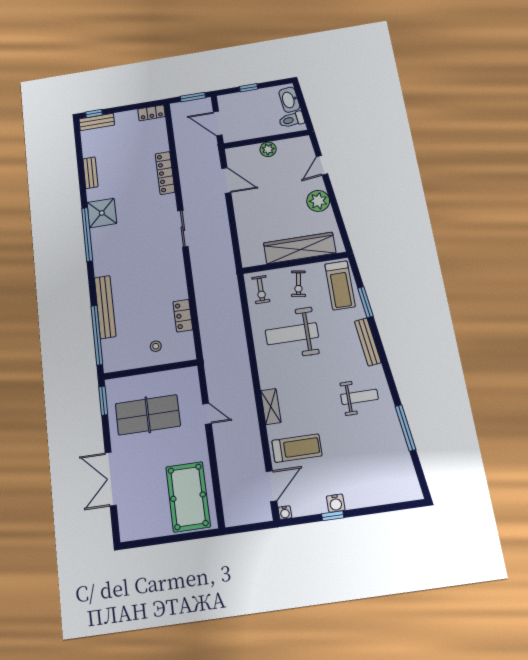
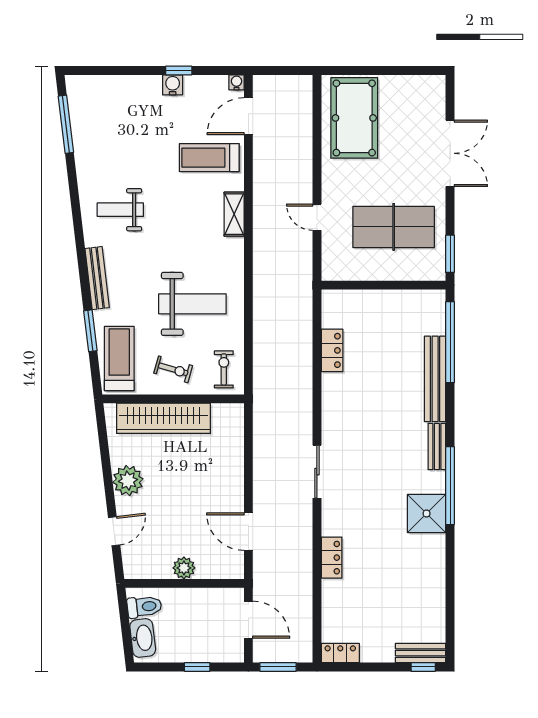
bench: (90, 173) -> (437, 447), moved
locker: (165, 173) -> (332, 558), width x0.66
exercise bike: (298, 284) -> (173, 369), turned 97
stool: (156, 346) -> (373, 315), removed
window: (405, 428) -> (66, 124), moved

